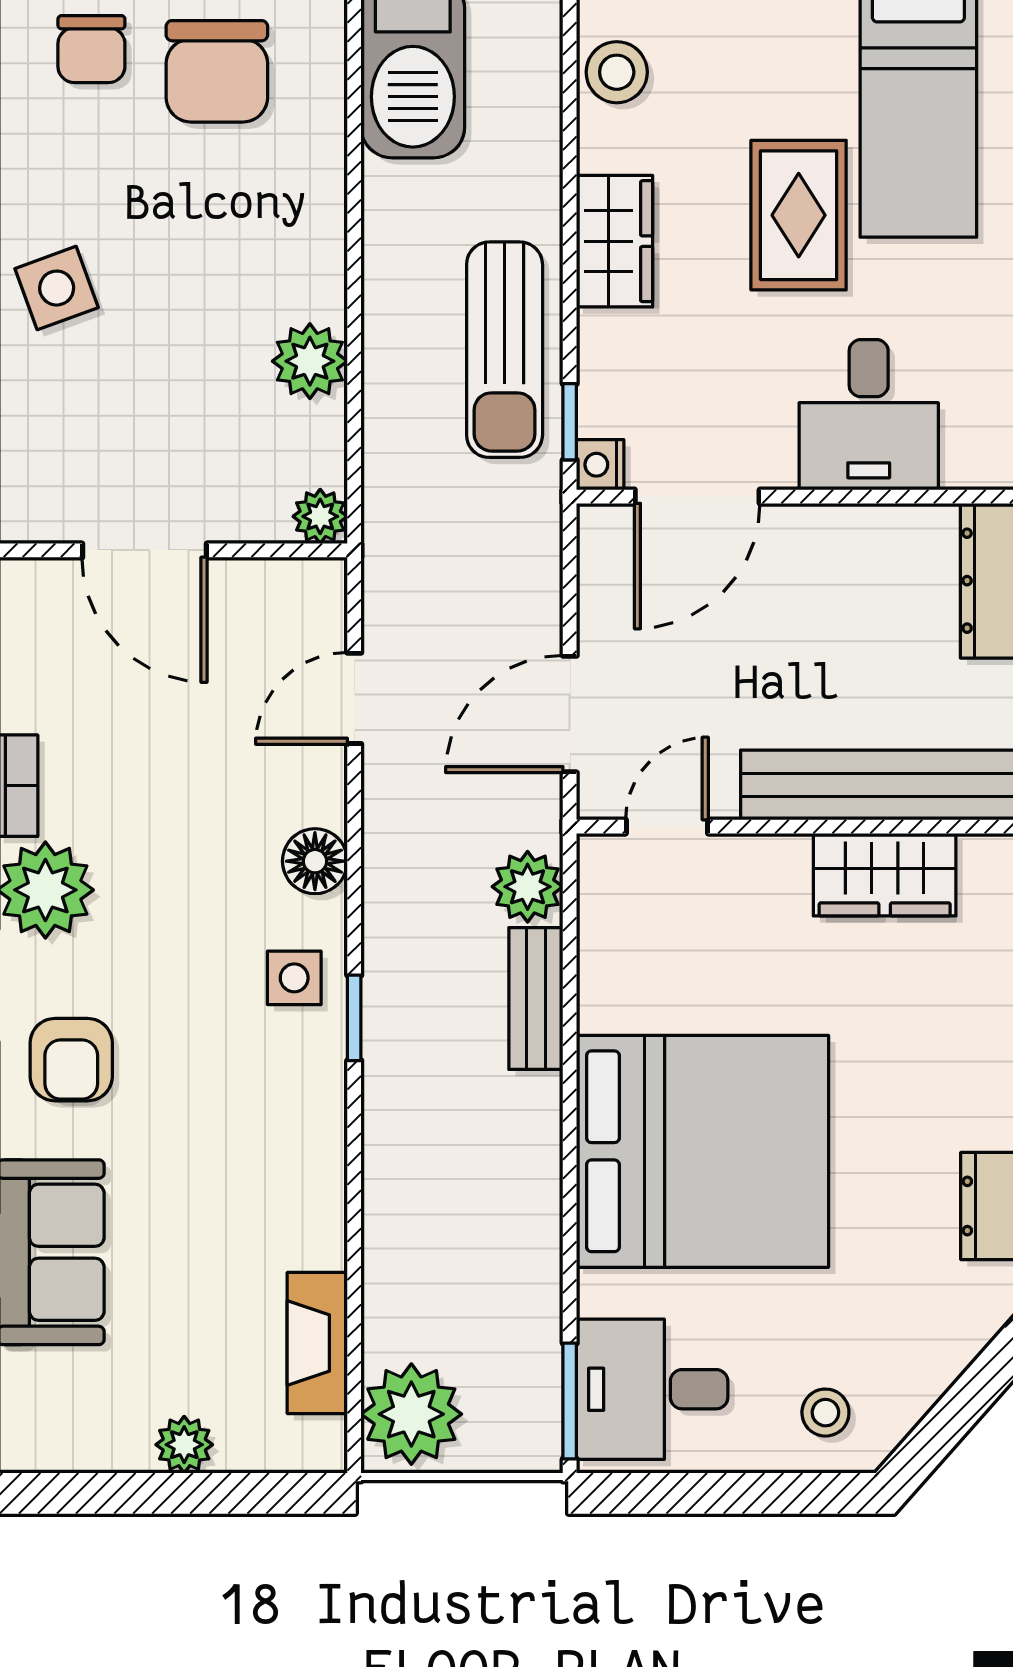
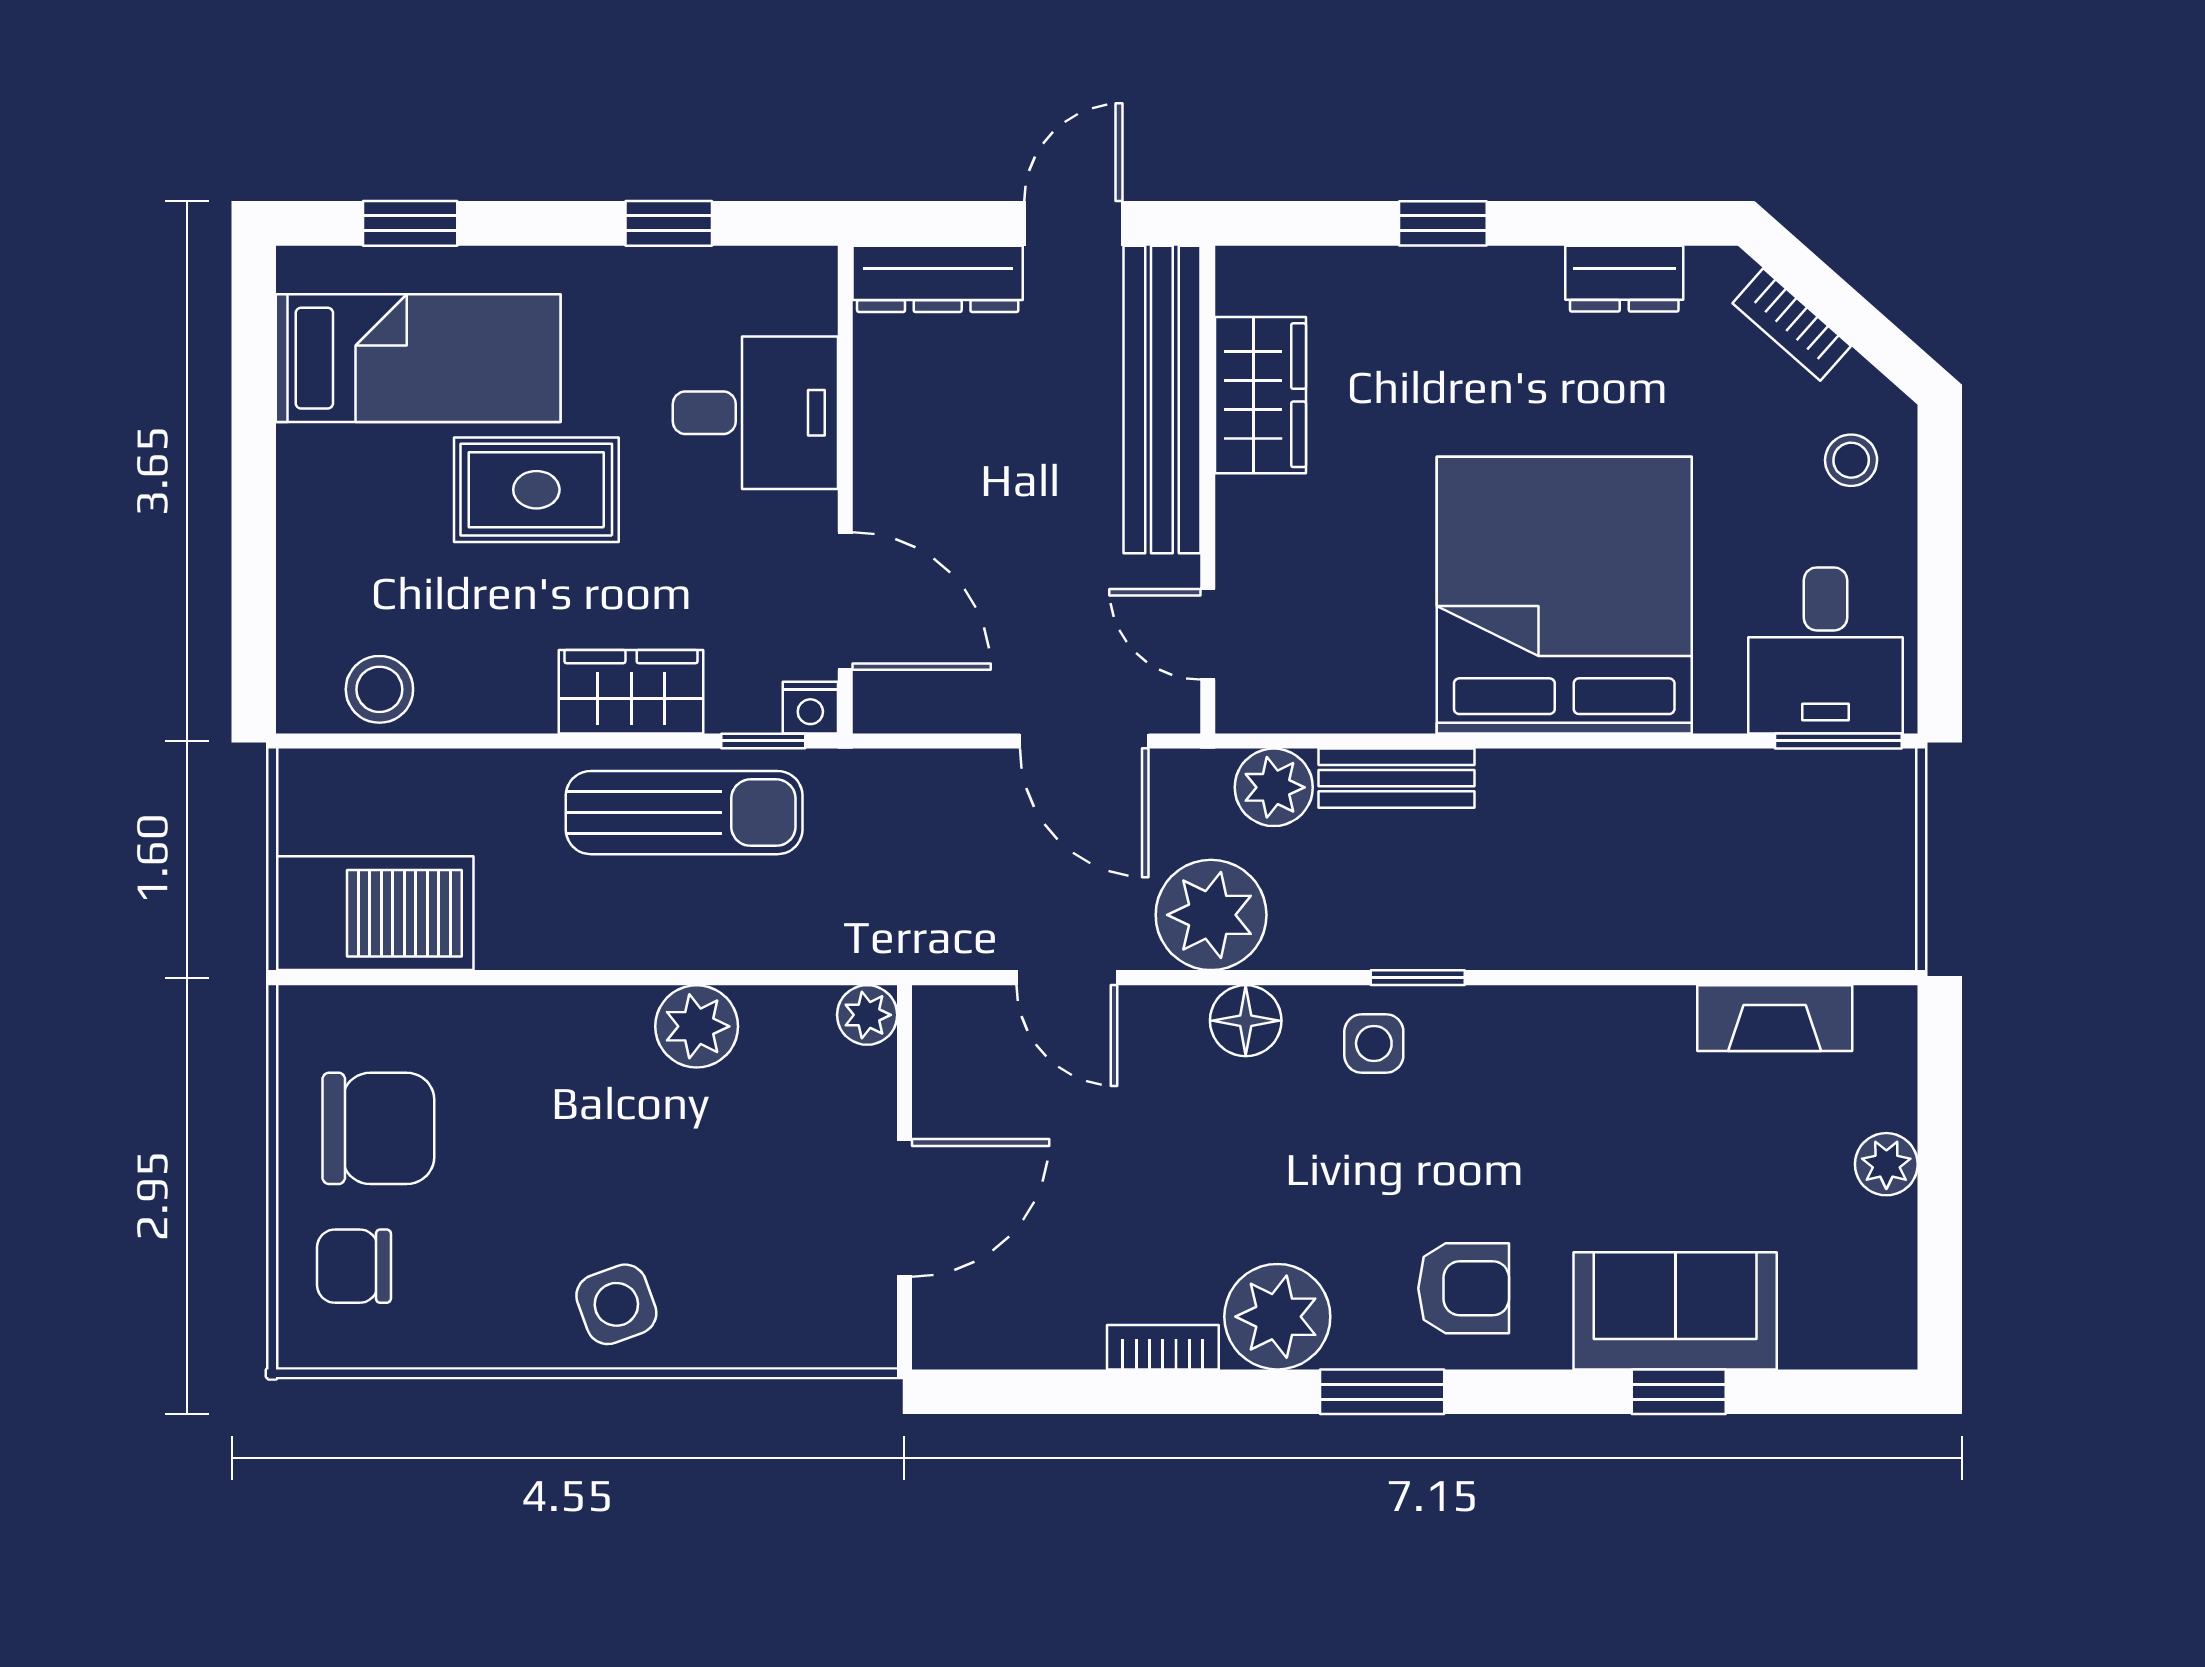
chair: (91, 49) -> (354, 1266), turned 180
wardrobe: (615, 241) -> (631, 692), moved
bookcase: (949, 1358) -> (1792, 325), added
plant: (411, 1414) -> (1211, 915), moved

